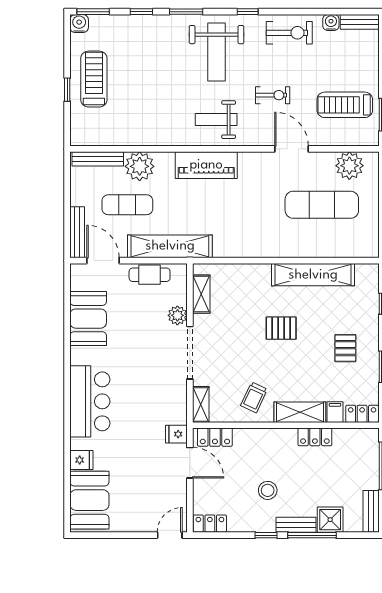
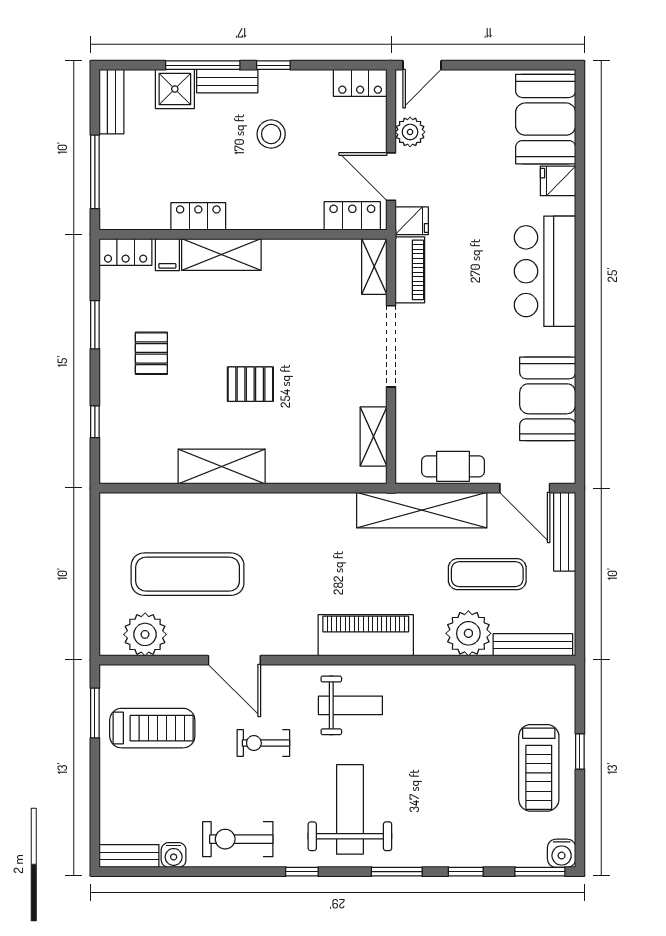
shelving: (313, 275) -> (222, 466), width x0.68
plant: (177, 315) -> (410, 132), moved
trolley: (254, 397) -> (292, 277), removed
piano: (178, 402) -> (410, 270), added

